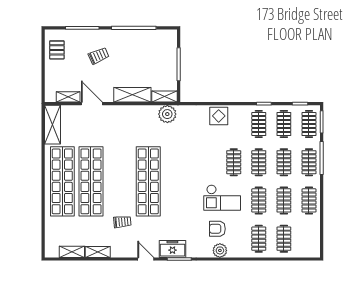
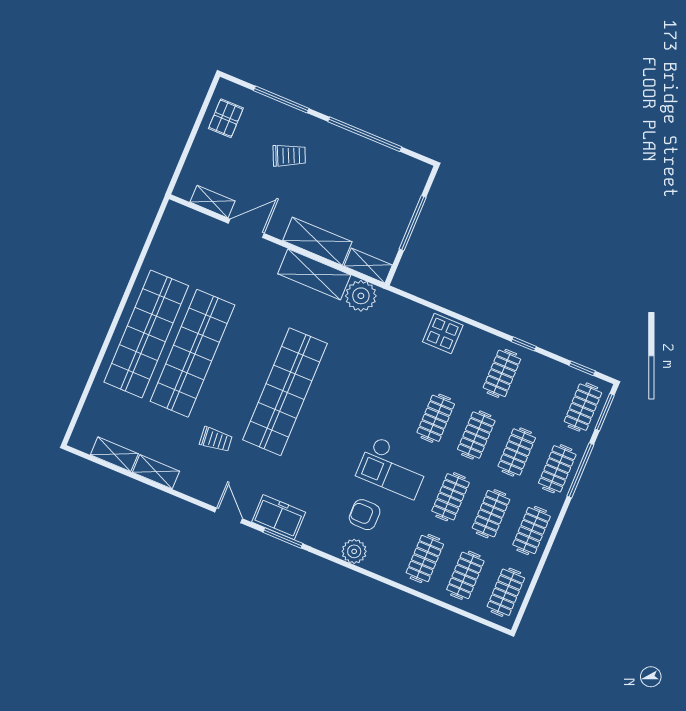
door: (92, 104) -> (246, 228), hinge flipped
clothes rail: (284, 124) -> (506, 592), moved
shelving: (52, 125) -> (314, 274), moved, turned 90

